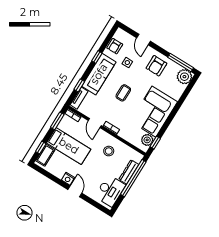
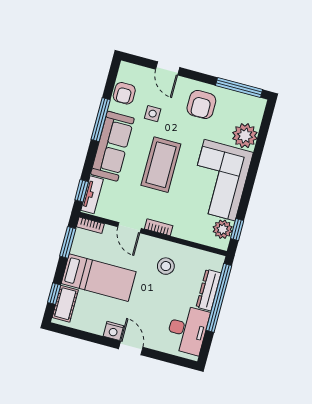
window: (97, 57) -> (101, 120), width x2.17
plant: (184, 77) -> (245, 136), moved
window: (79, 85) -> (82, 191), moved
coffee table: (123, 93) -> (161, 165), width x1.86, depth x1.72

